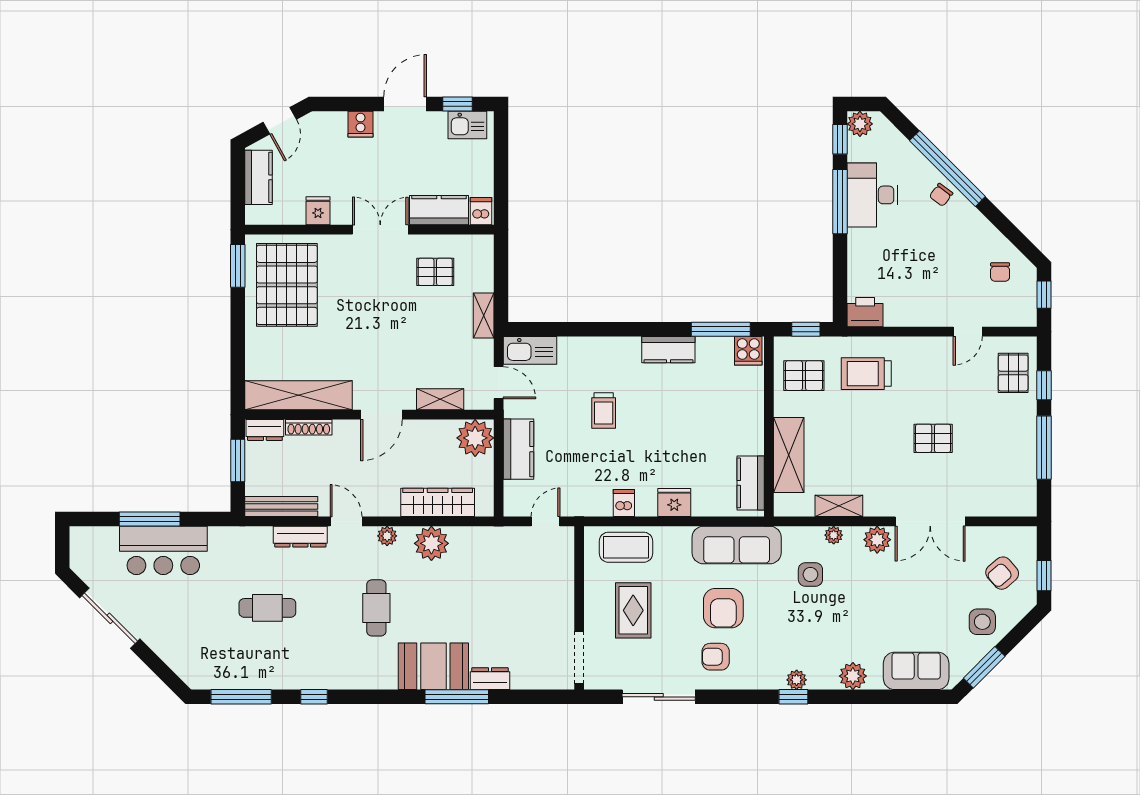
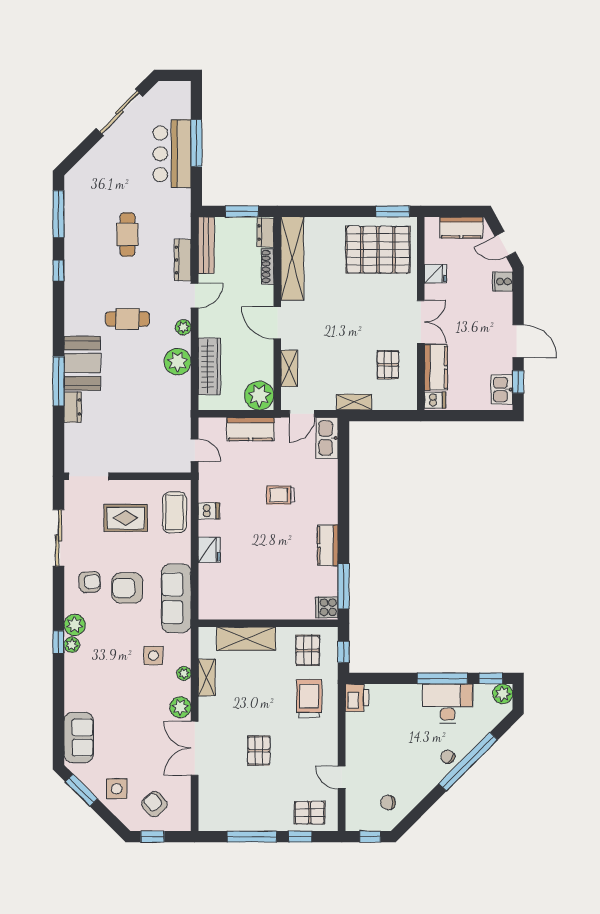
cooker: (360, 124) -> (503, 281), moved
kitchen counter: (751, 483) -> (224, 609), removed
armchair: (716, 657) -> (90, 582), turned 86
plant: (853, 676) -> (75, 625), moved

